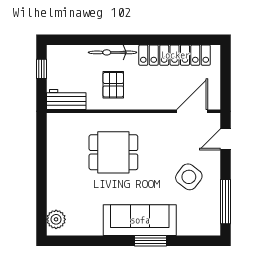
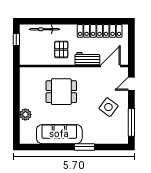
bicycle: (113, 52) -> (44, 29), moved
workbench: (66, 99) -> (87, 59), moved
plant: (56, 219) -> (25, 115), moved
sofa: (140, 220) -> (59, 134), moved

